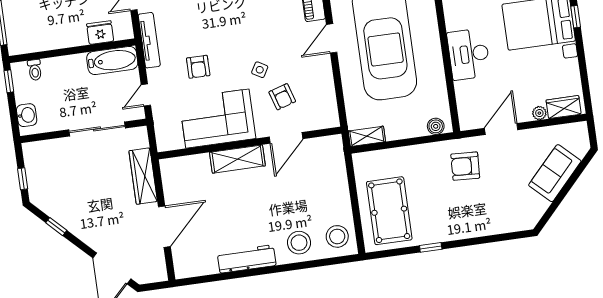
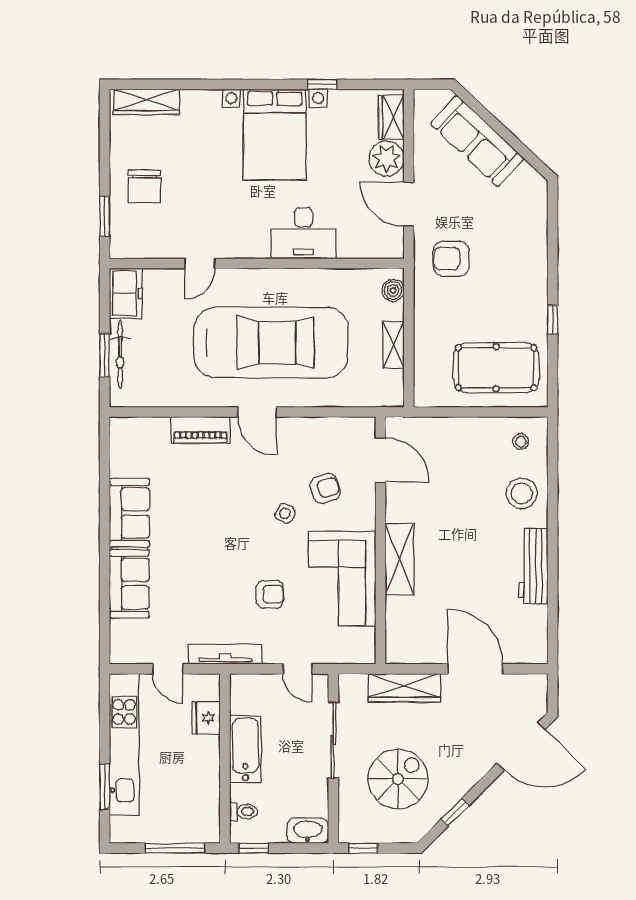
window: (576, 17) -> (322, 84), moved
bathtub: (112, 60) -> (245, 749), moved
plant: (539, 113) -> (387, 159), width x1.88, depth x1.88
washbasin: (27, 115) -> (308, 831), width x1.38
shelving: (367, 136) -> (393, 345), moved
door: (286, 138) -> (380, 460), moved
armchair: (465, 166) -> (451, 259), turned 87
sofa: (555, 173) -> (477, 141), width x1.36
window: (23, 179) -> (363, 848), moved
spiral stairs: (75, 181) -> (398, 779), added
stool: (337, 236) -> (521, 442), width x0.53, depth x0.53

